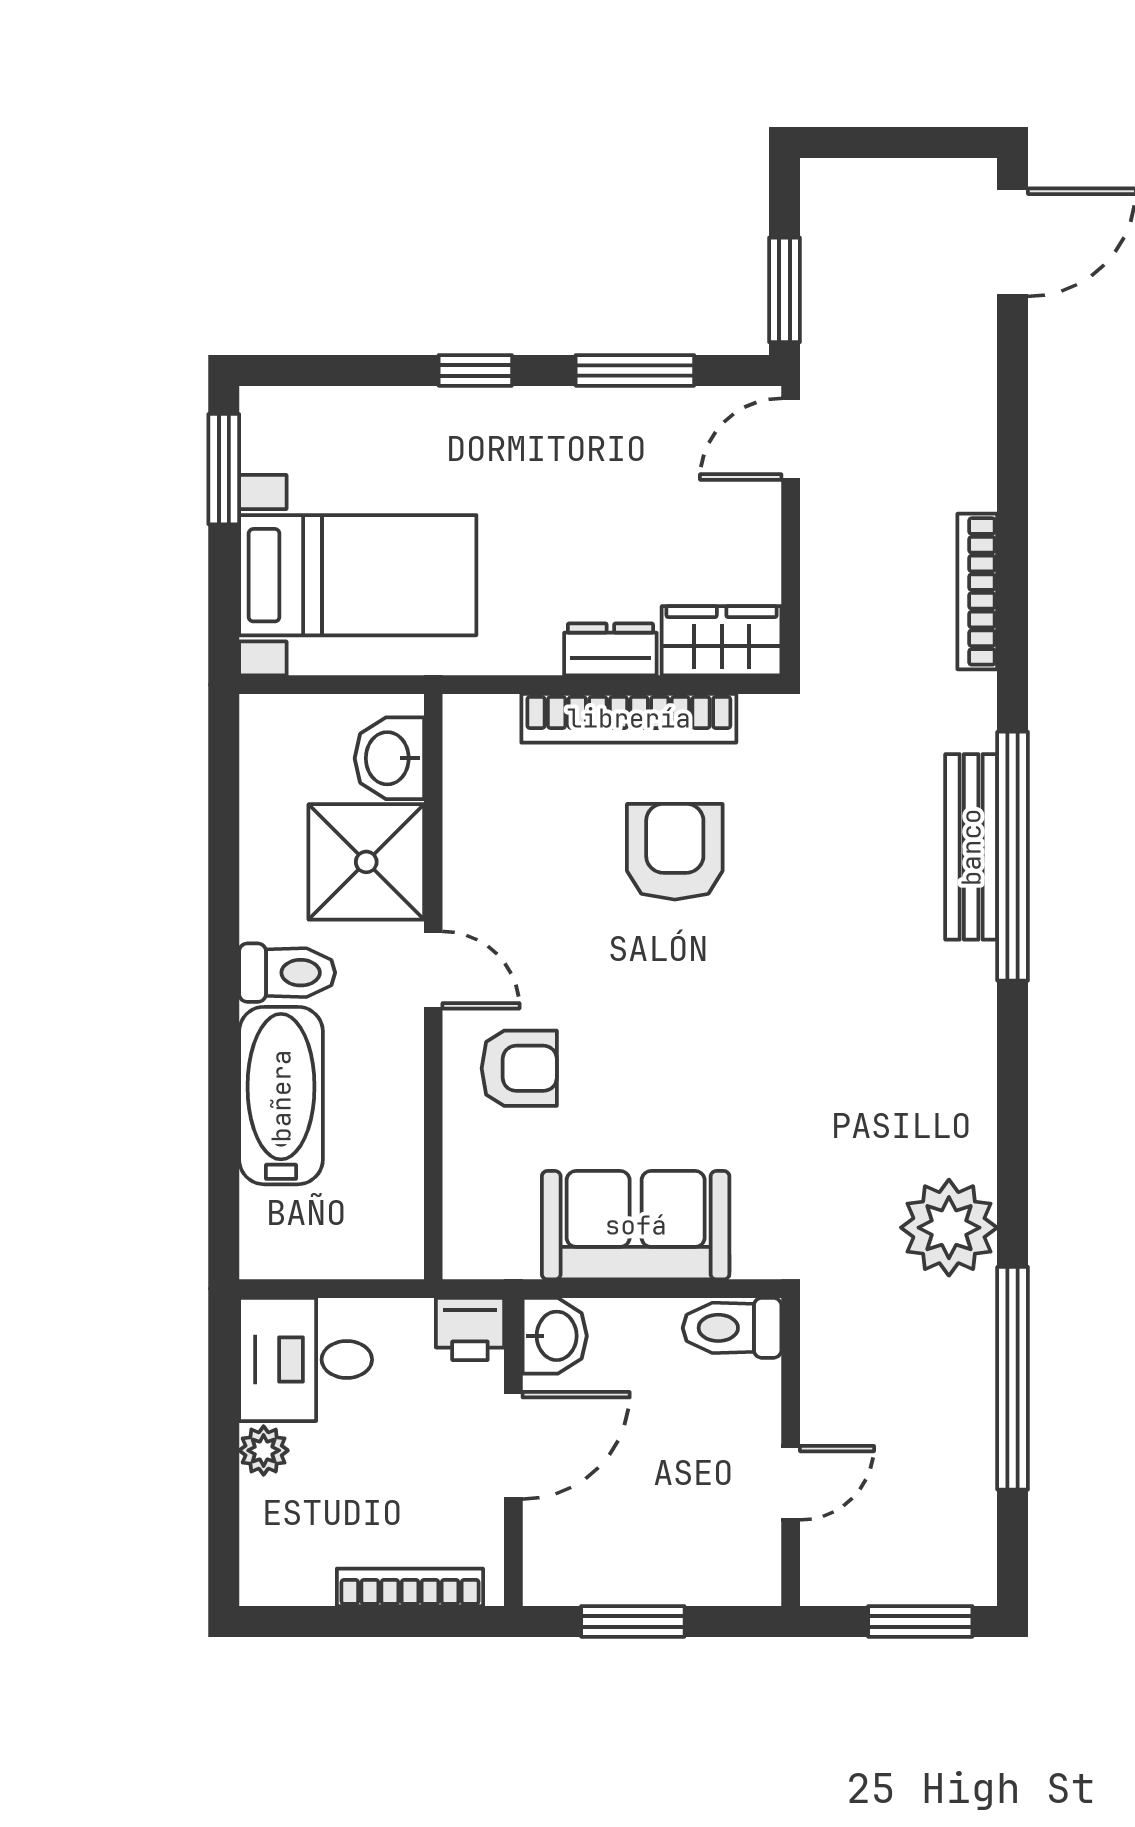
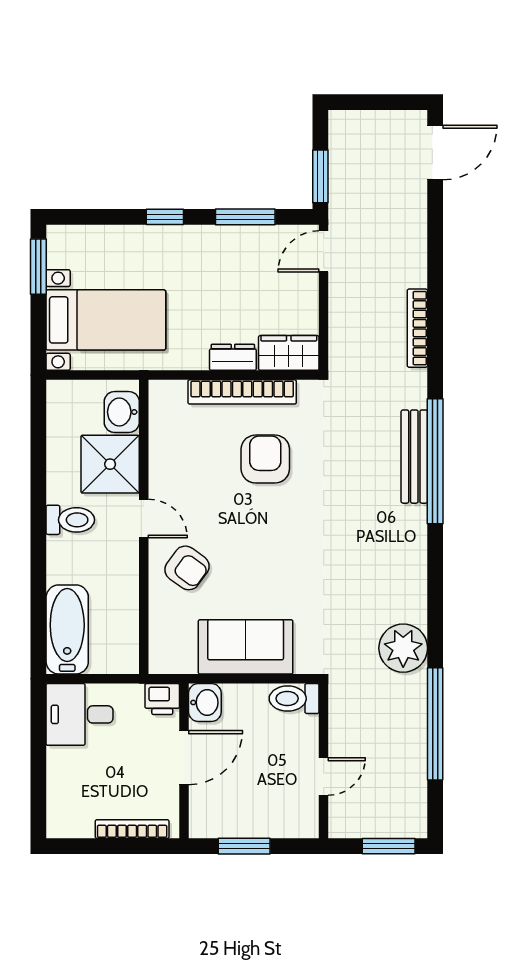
armchair: (519, 1068) -> (187, 568), turned 36
bathtub: (281, 1096) -> (67, 629), moved
plant: (264, 1450) -> (58, 760), removed

